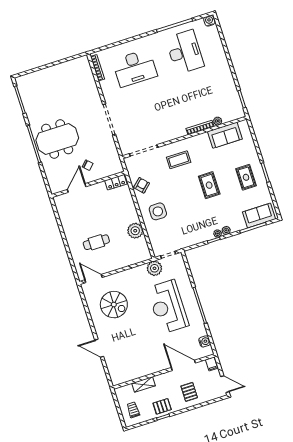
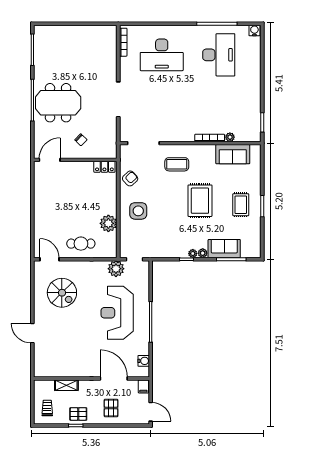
rug: (209, 185) -> (200, 201), width x1.36, depth x1.43
door: (77, 188) -> (50, 160), moved
sofa: (259, 216) -> (224, 249), moved
cafe table: (96, 242) -> (81, 244), moved

